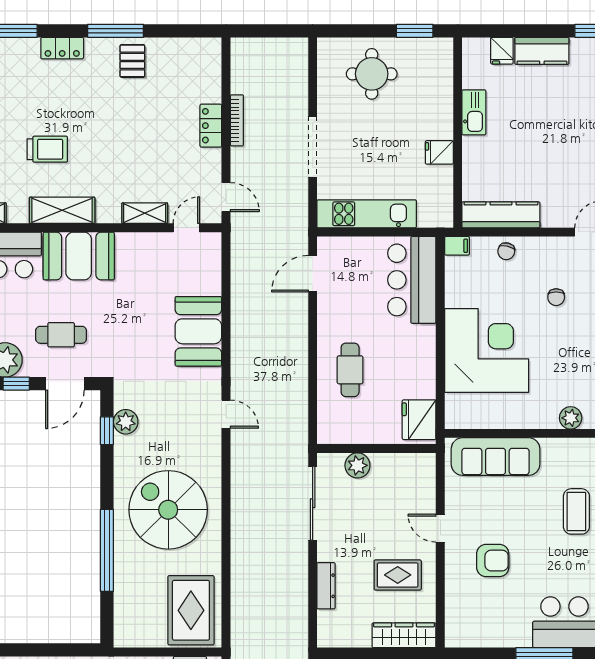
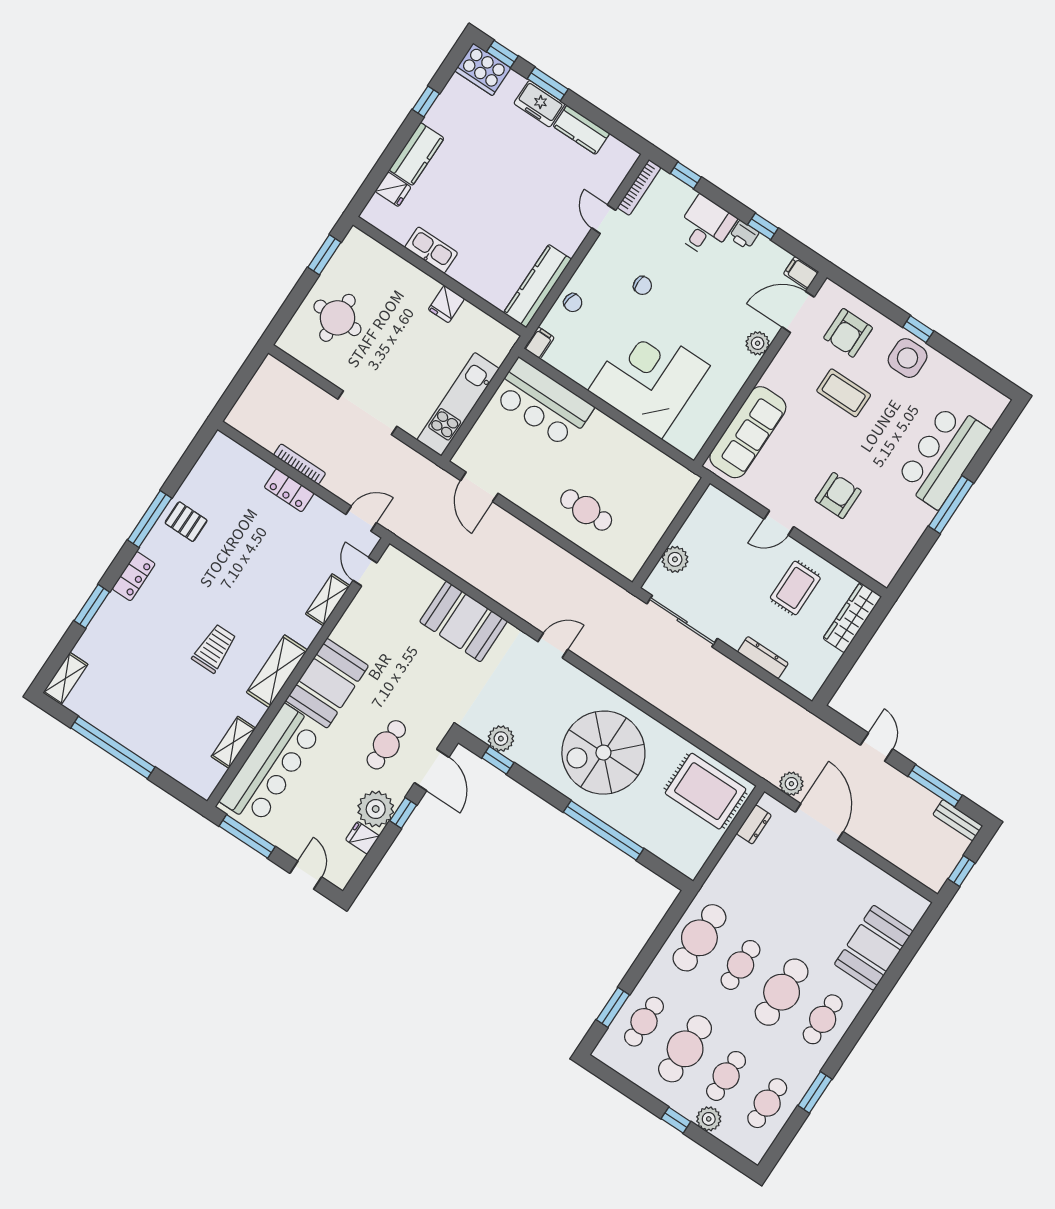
fridge: (419, 420) -> (671, 478), removed

